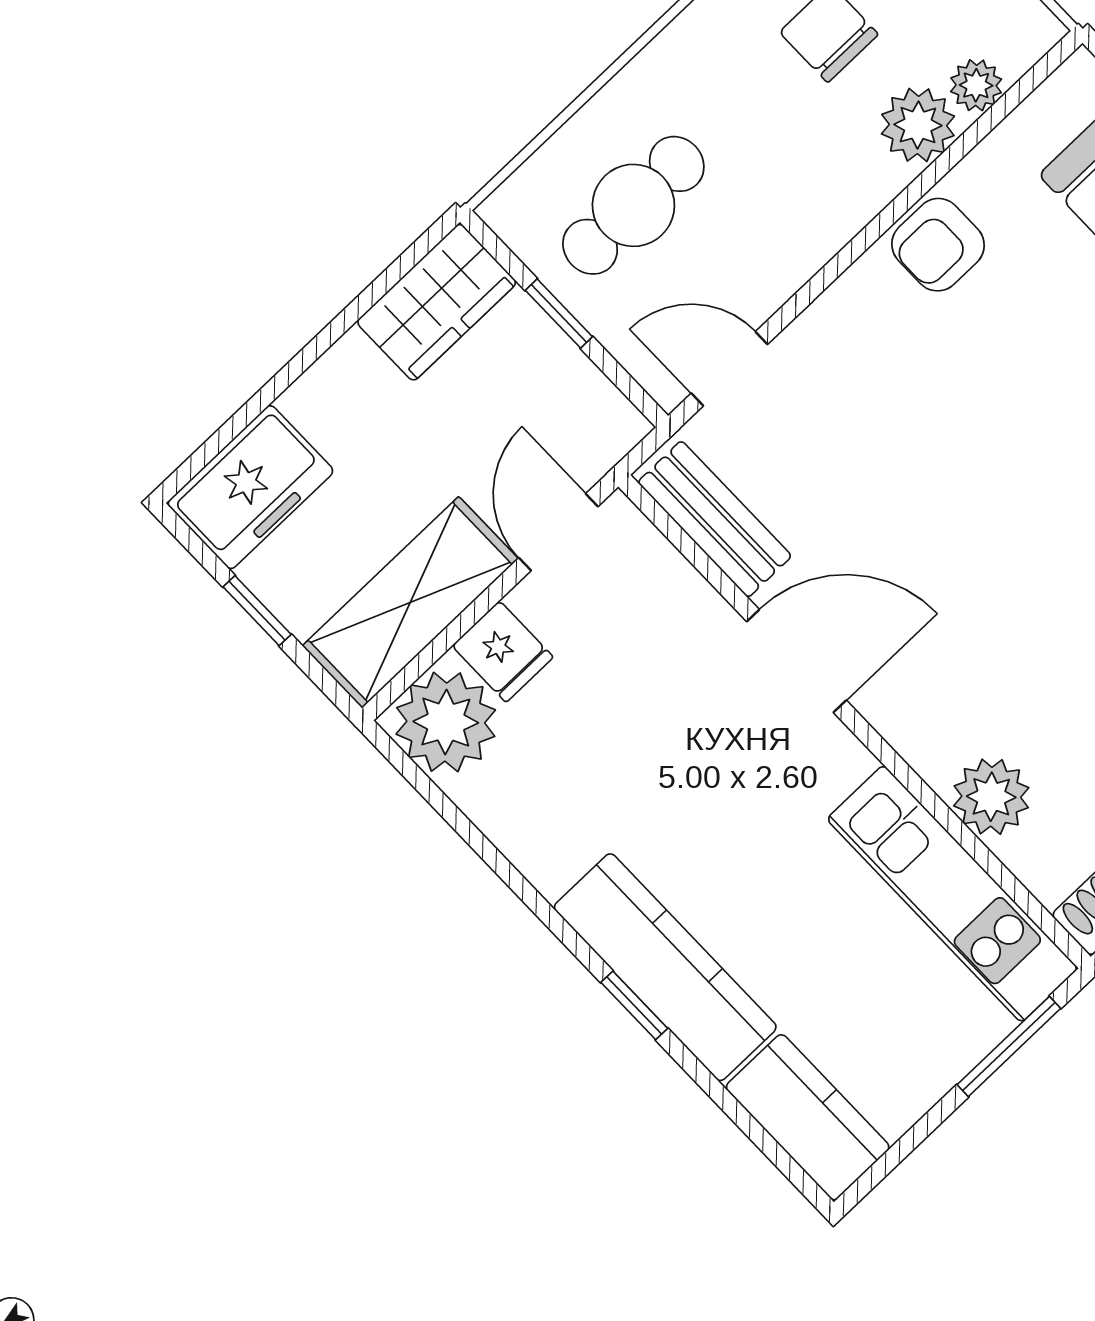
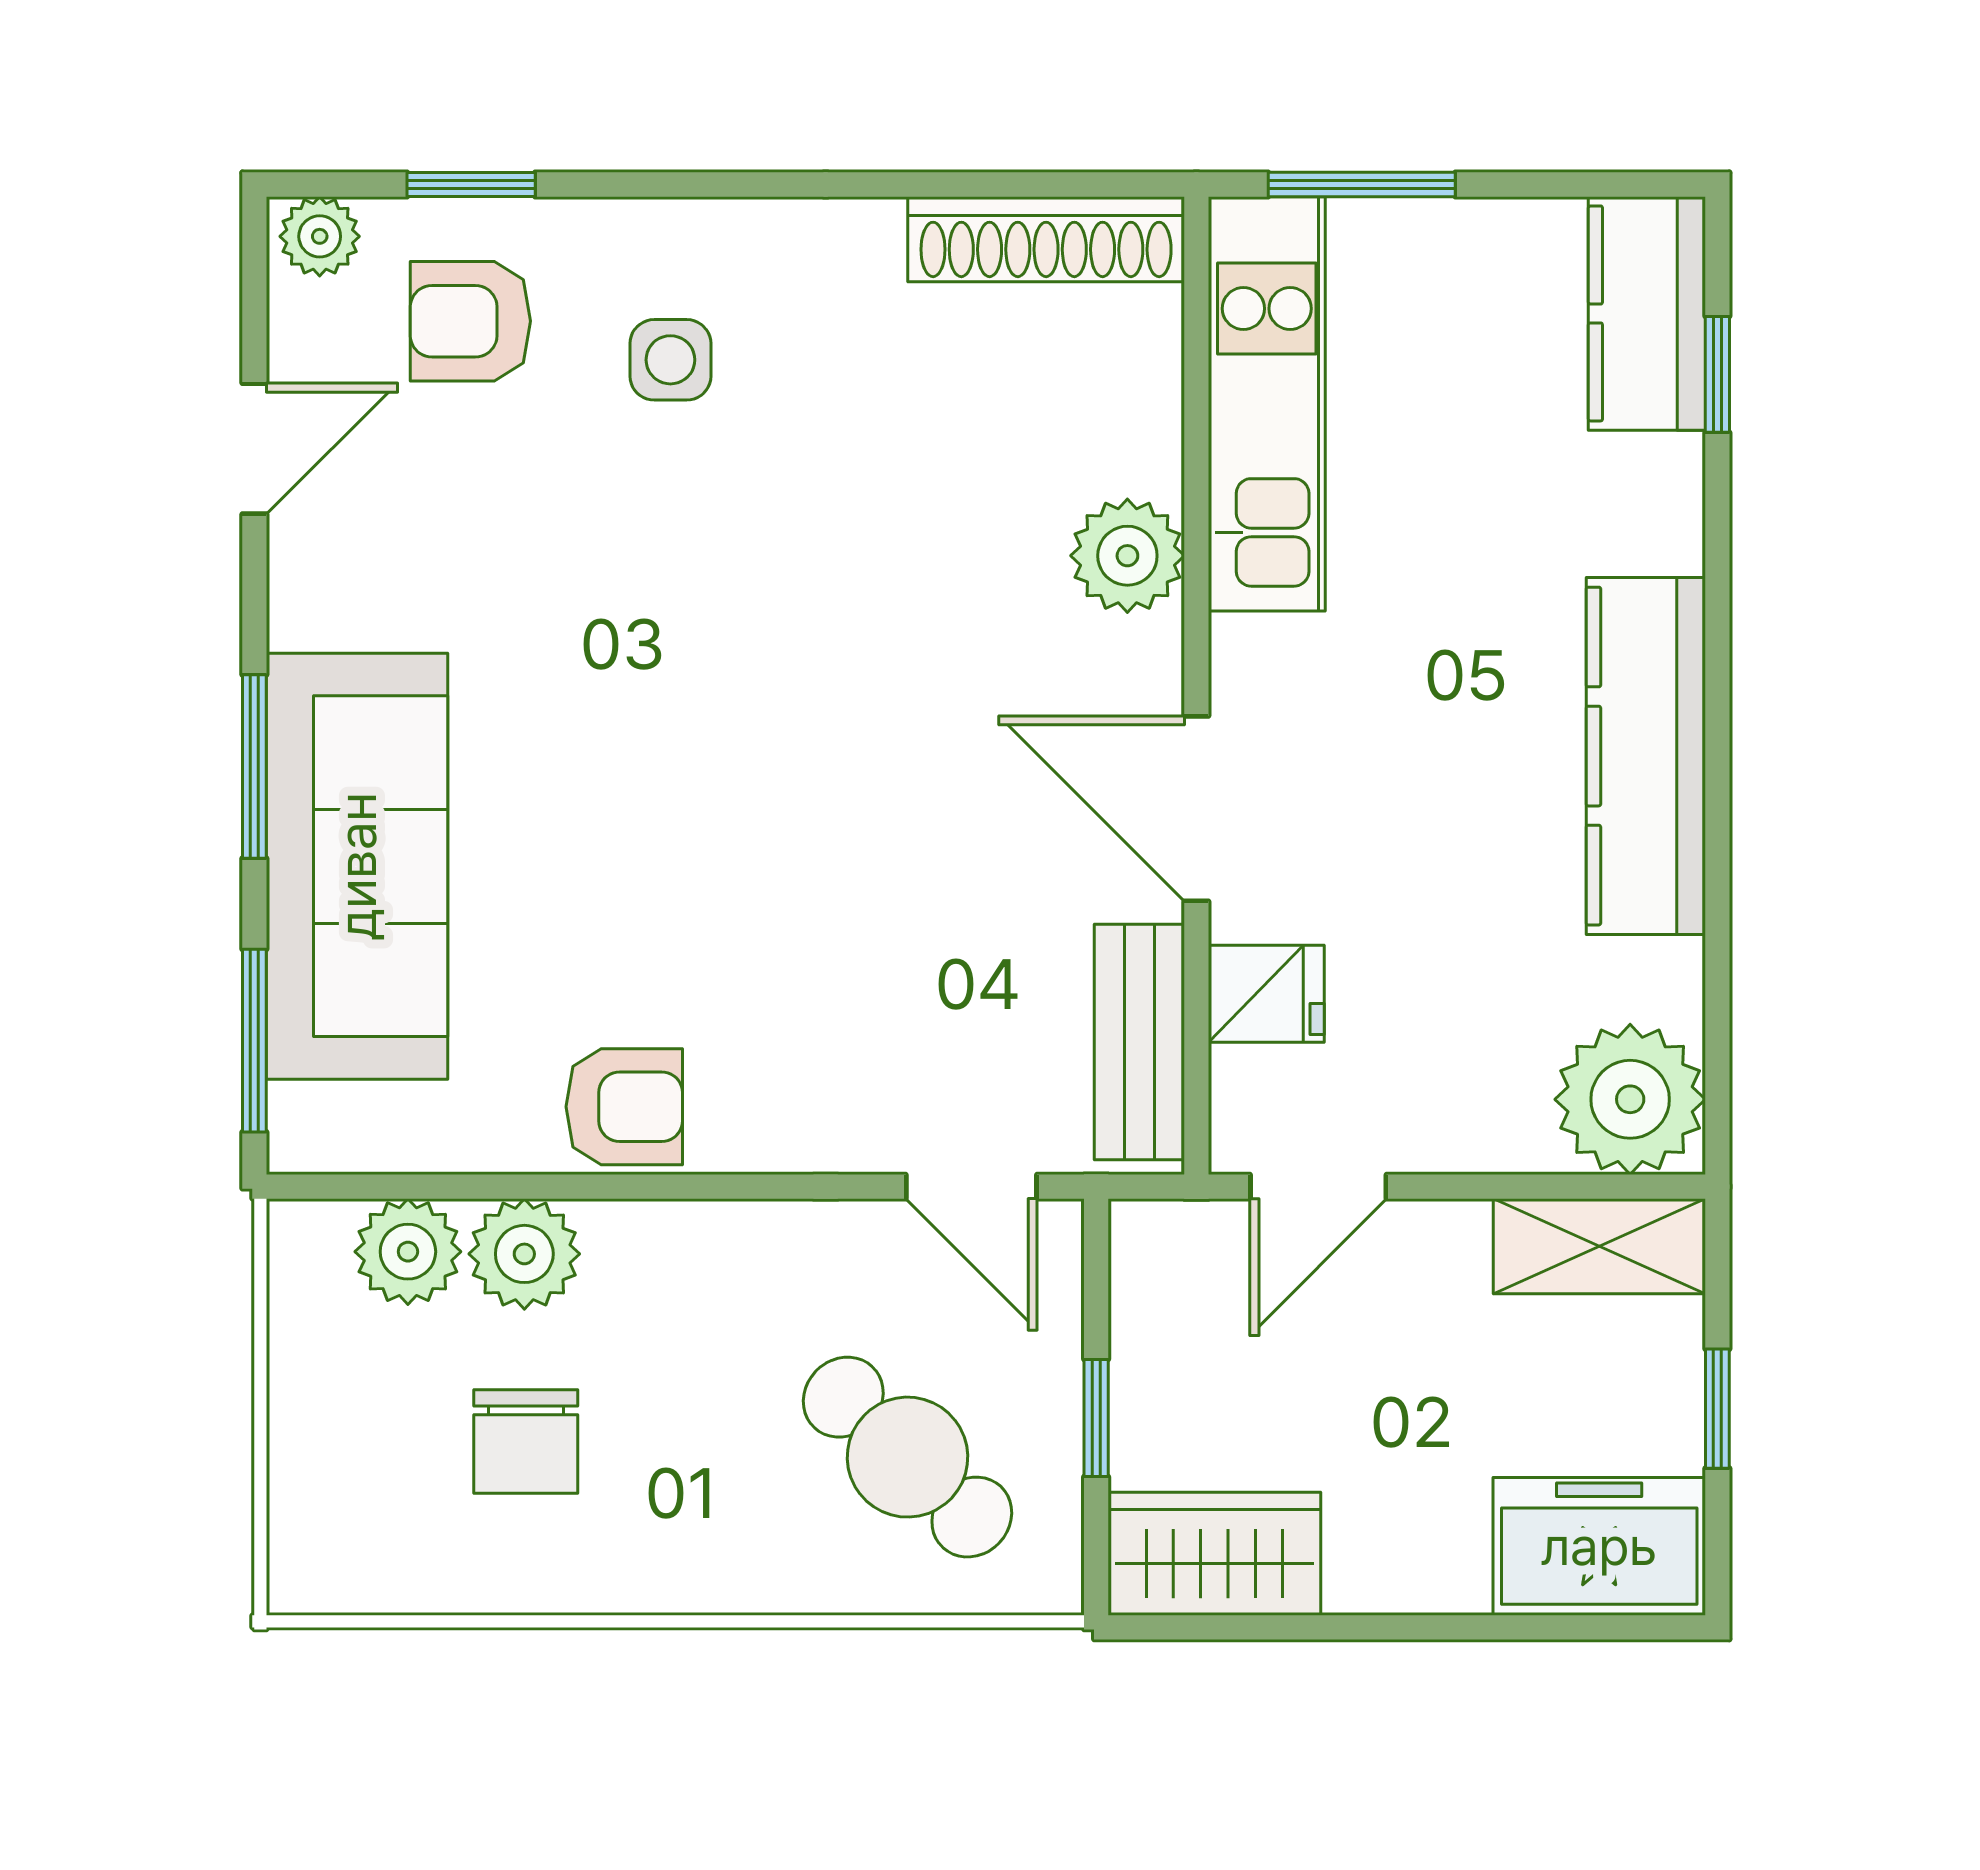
plant: (976, 85) -> (408, 1252), width x1.38, depth x1.38
cafe table: (633, 205) -> (908, 1457), turned 43
shelving: (410, 602) -> (1599, 1246), width x0.67, depth x0.75
fridge: (503, 651) -> (1266, 994), moved, turned 90
plant: (991, 797) -> (1127, 556), moved
kitchen counter: (665, 967) -> (1646, 756), moved
window: (634, 1005) -> (1717, 374), moved

